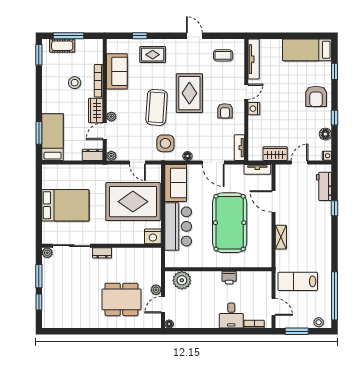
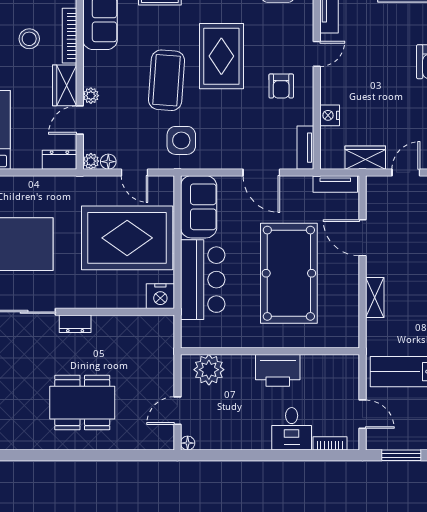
nightstand: (254, 109) -> (330, 115), moved
floor lamp: (187, 156) -> (108, 162), moved
printer: (229, 278) -> (278, 370), width x1.87, depth x1.48
plant: (156, 290) -> (166, 386), removed
dining table: (121, 299) -> (82, 403), moved

